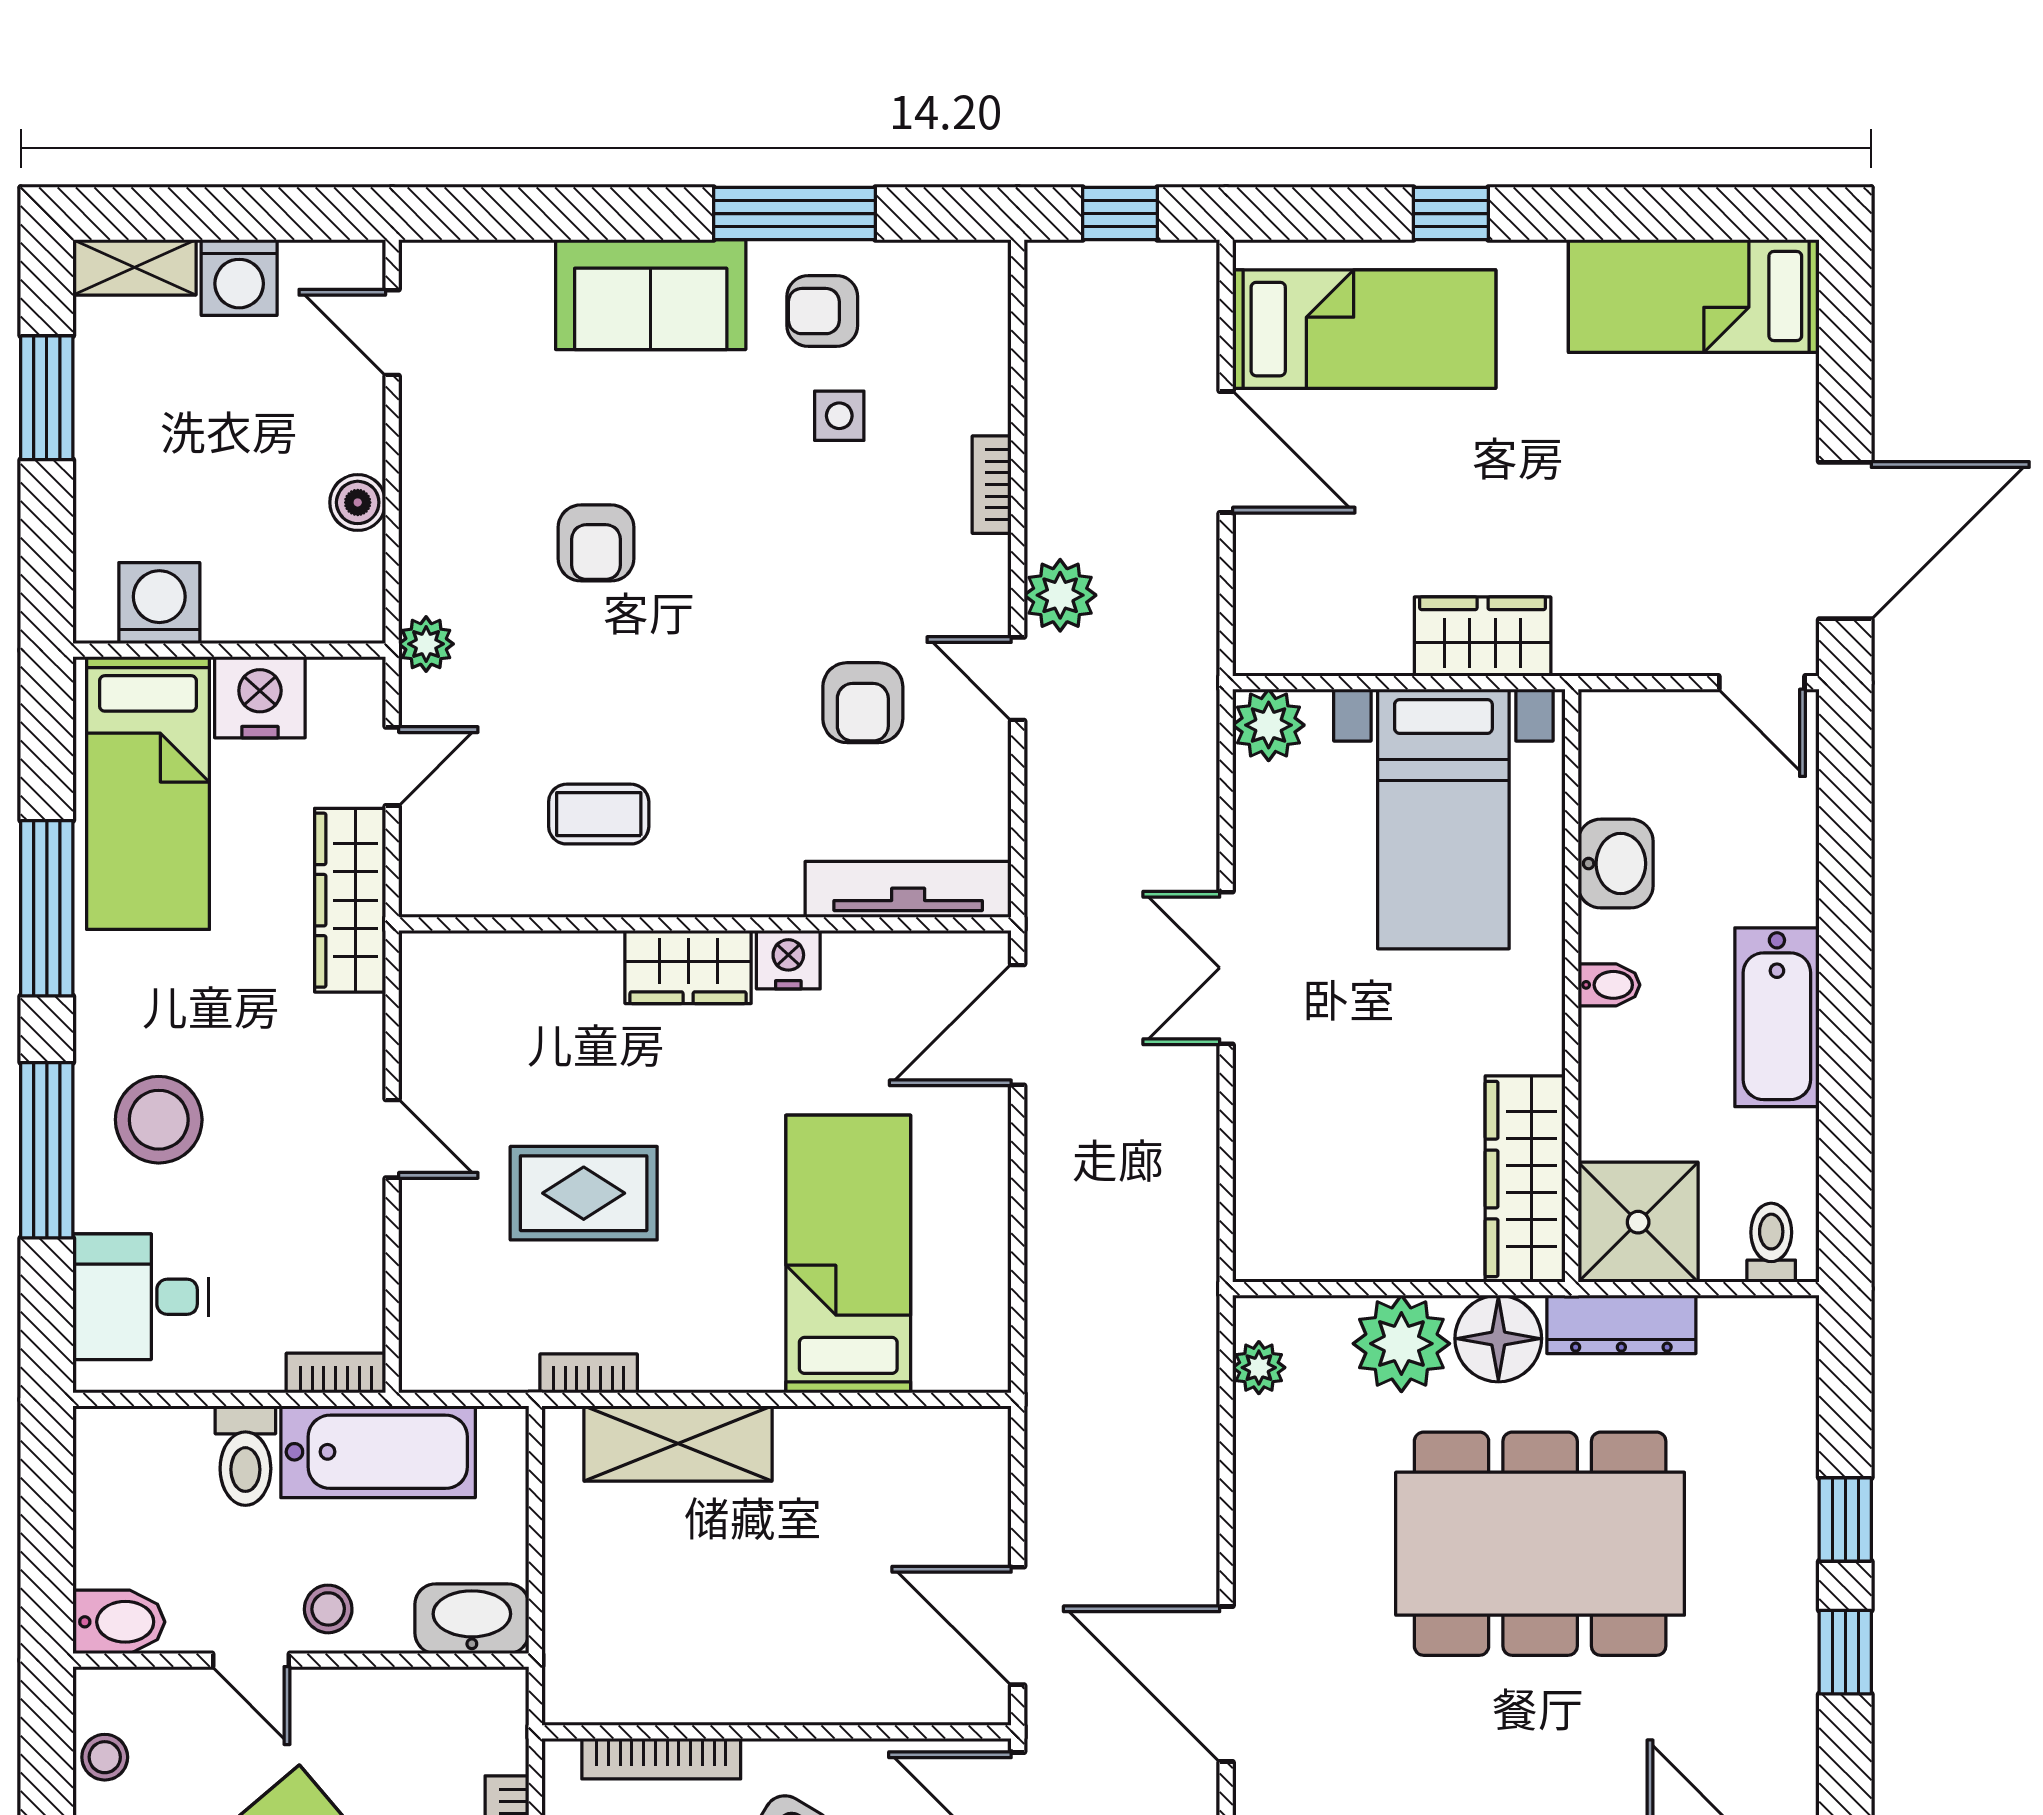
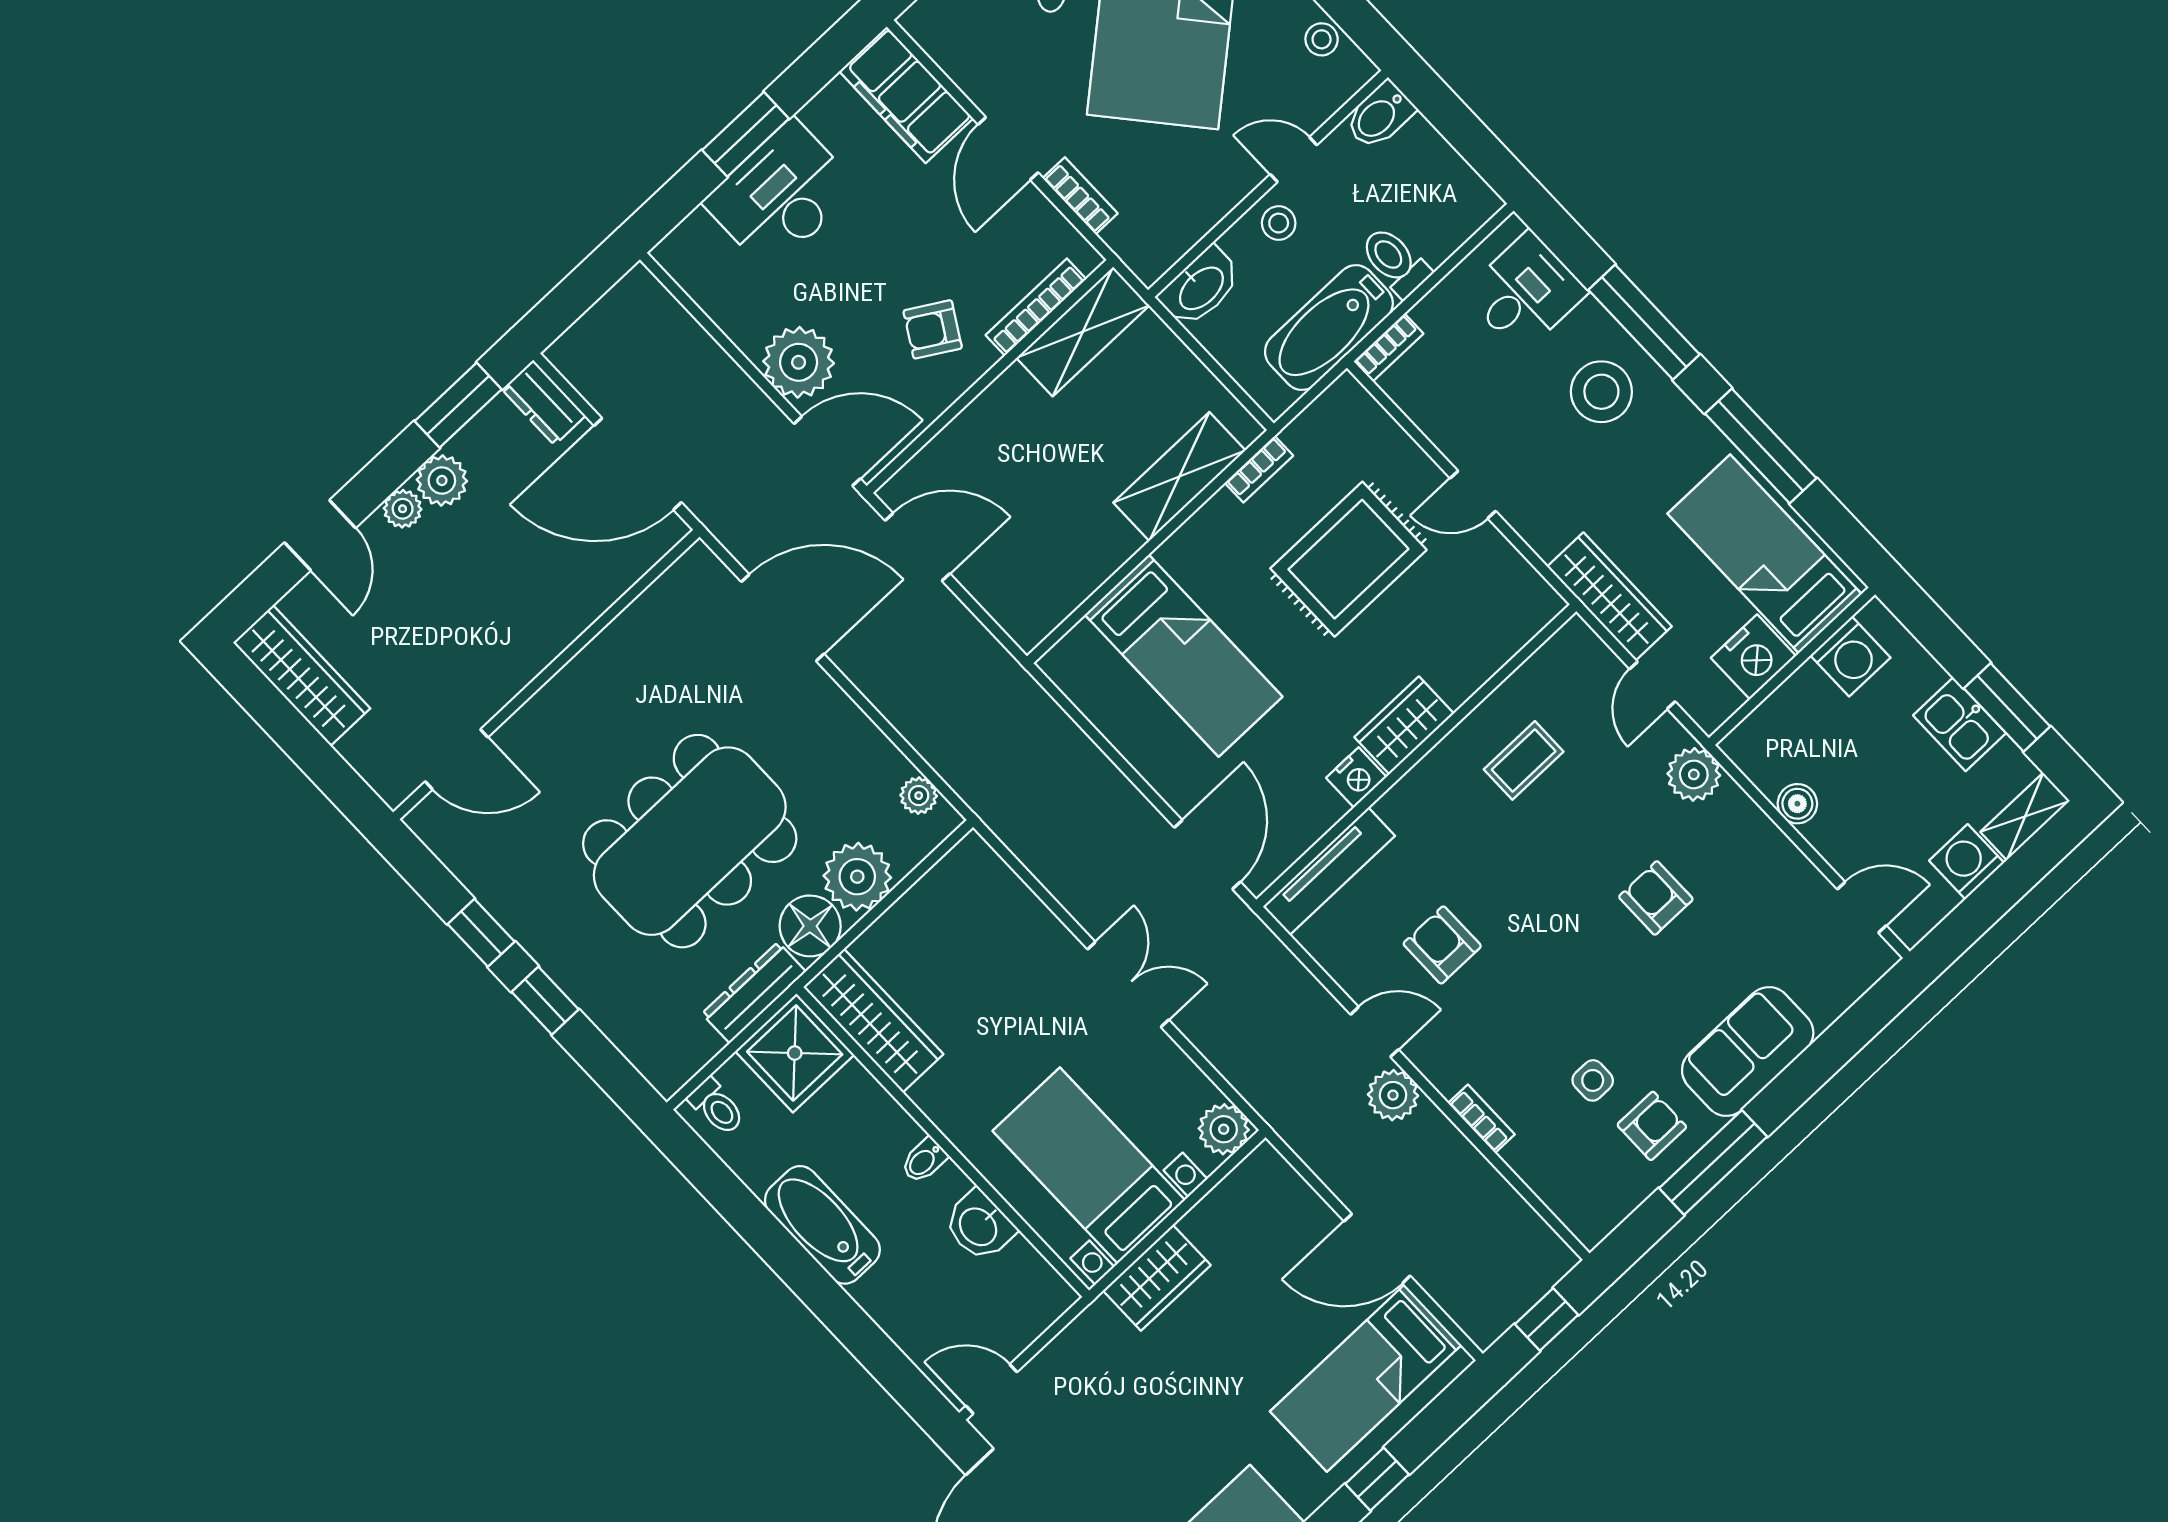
kitchen sink: (112, 427) -> (1960, 724), added
plant: (426, 644) -> (1694, 774), width x1.38, depth x1.38
rug: (584, 1193) -> (1348, 559), width x1.36, depth x1.43
shelving: (637, 1687) -> (1083, 332), added

